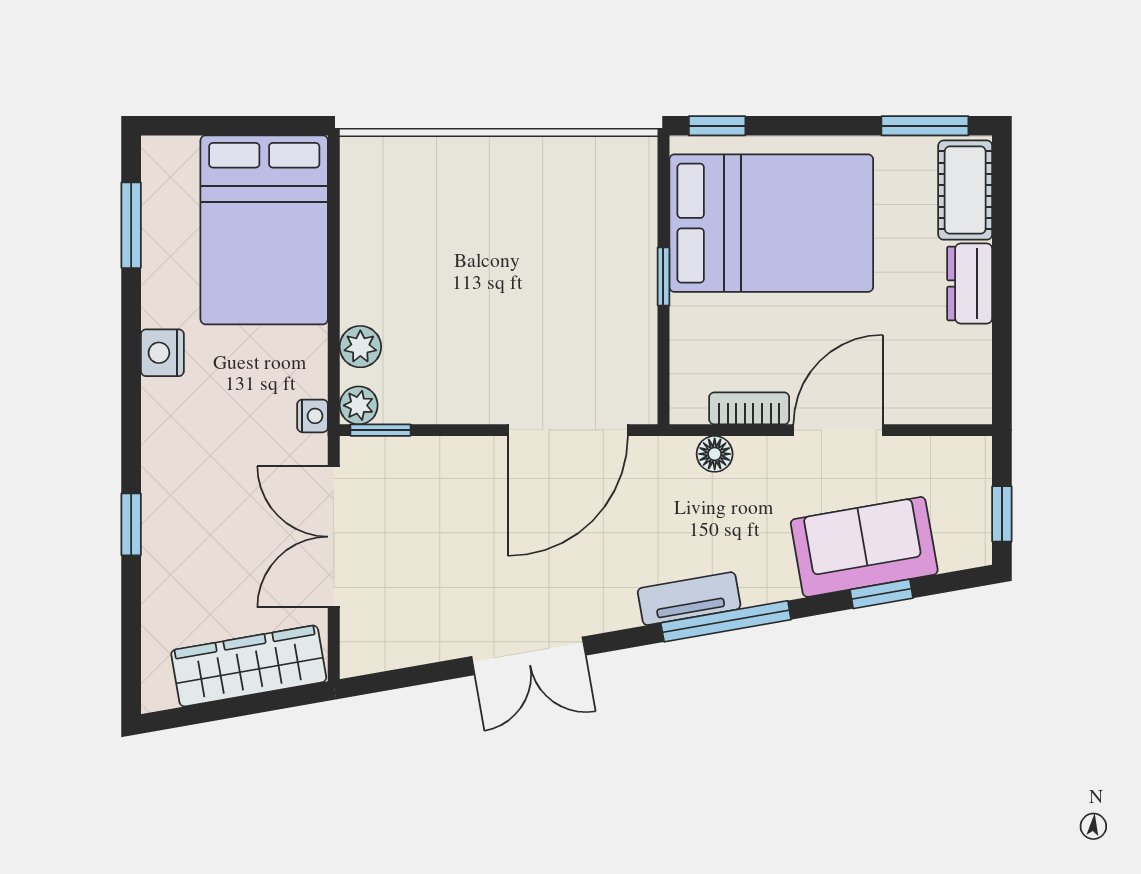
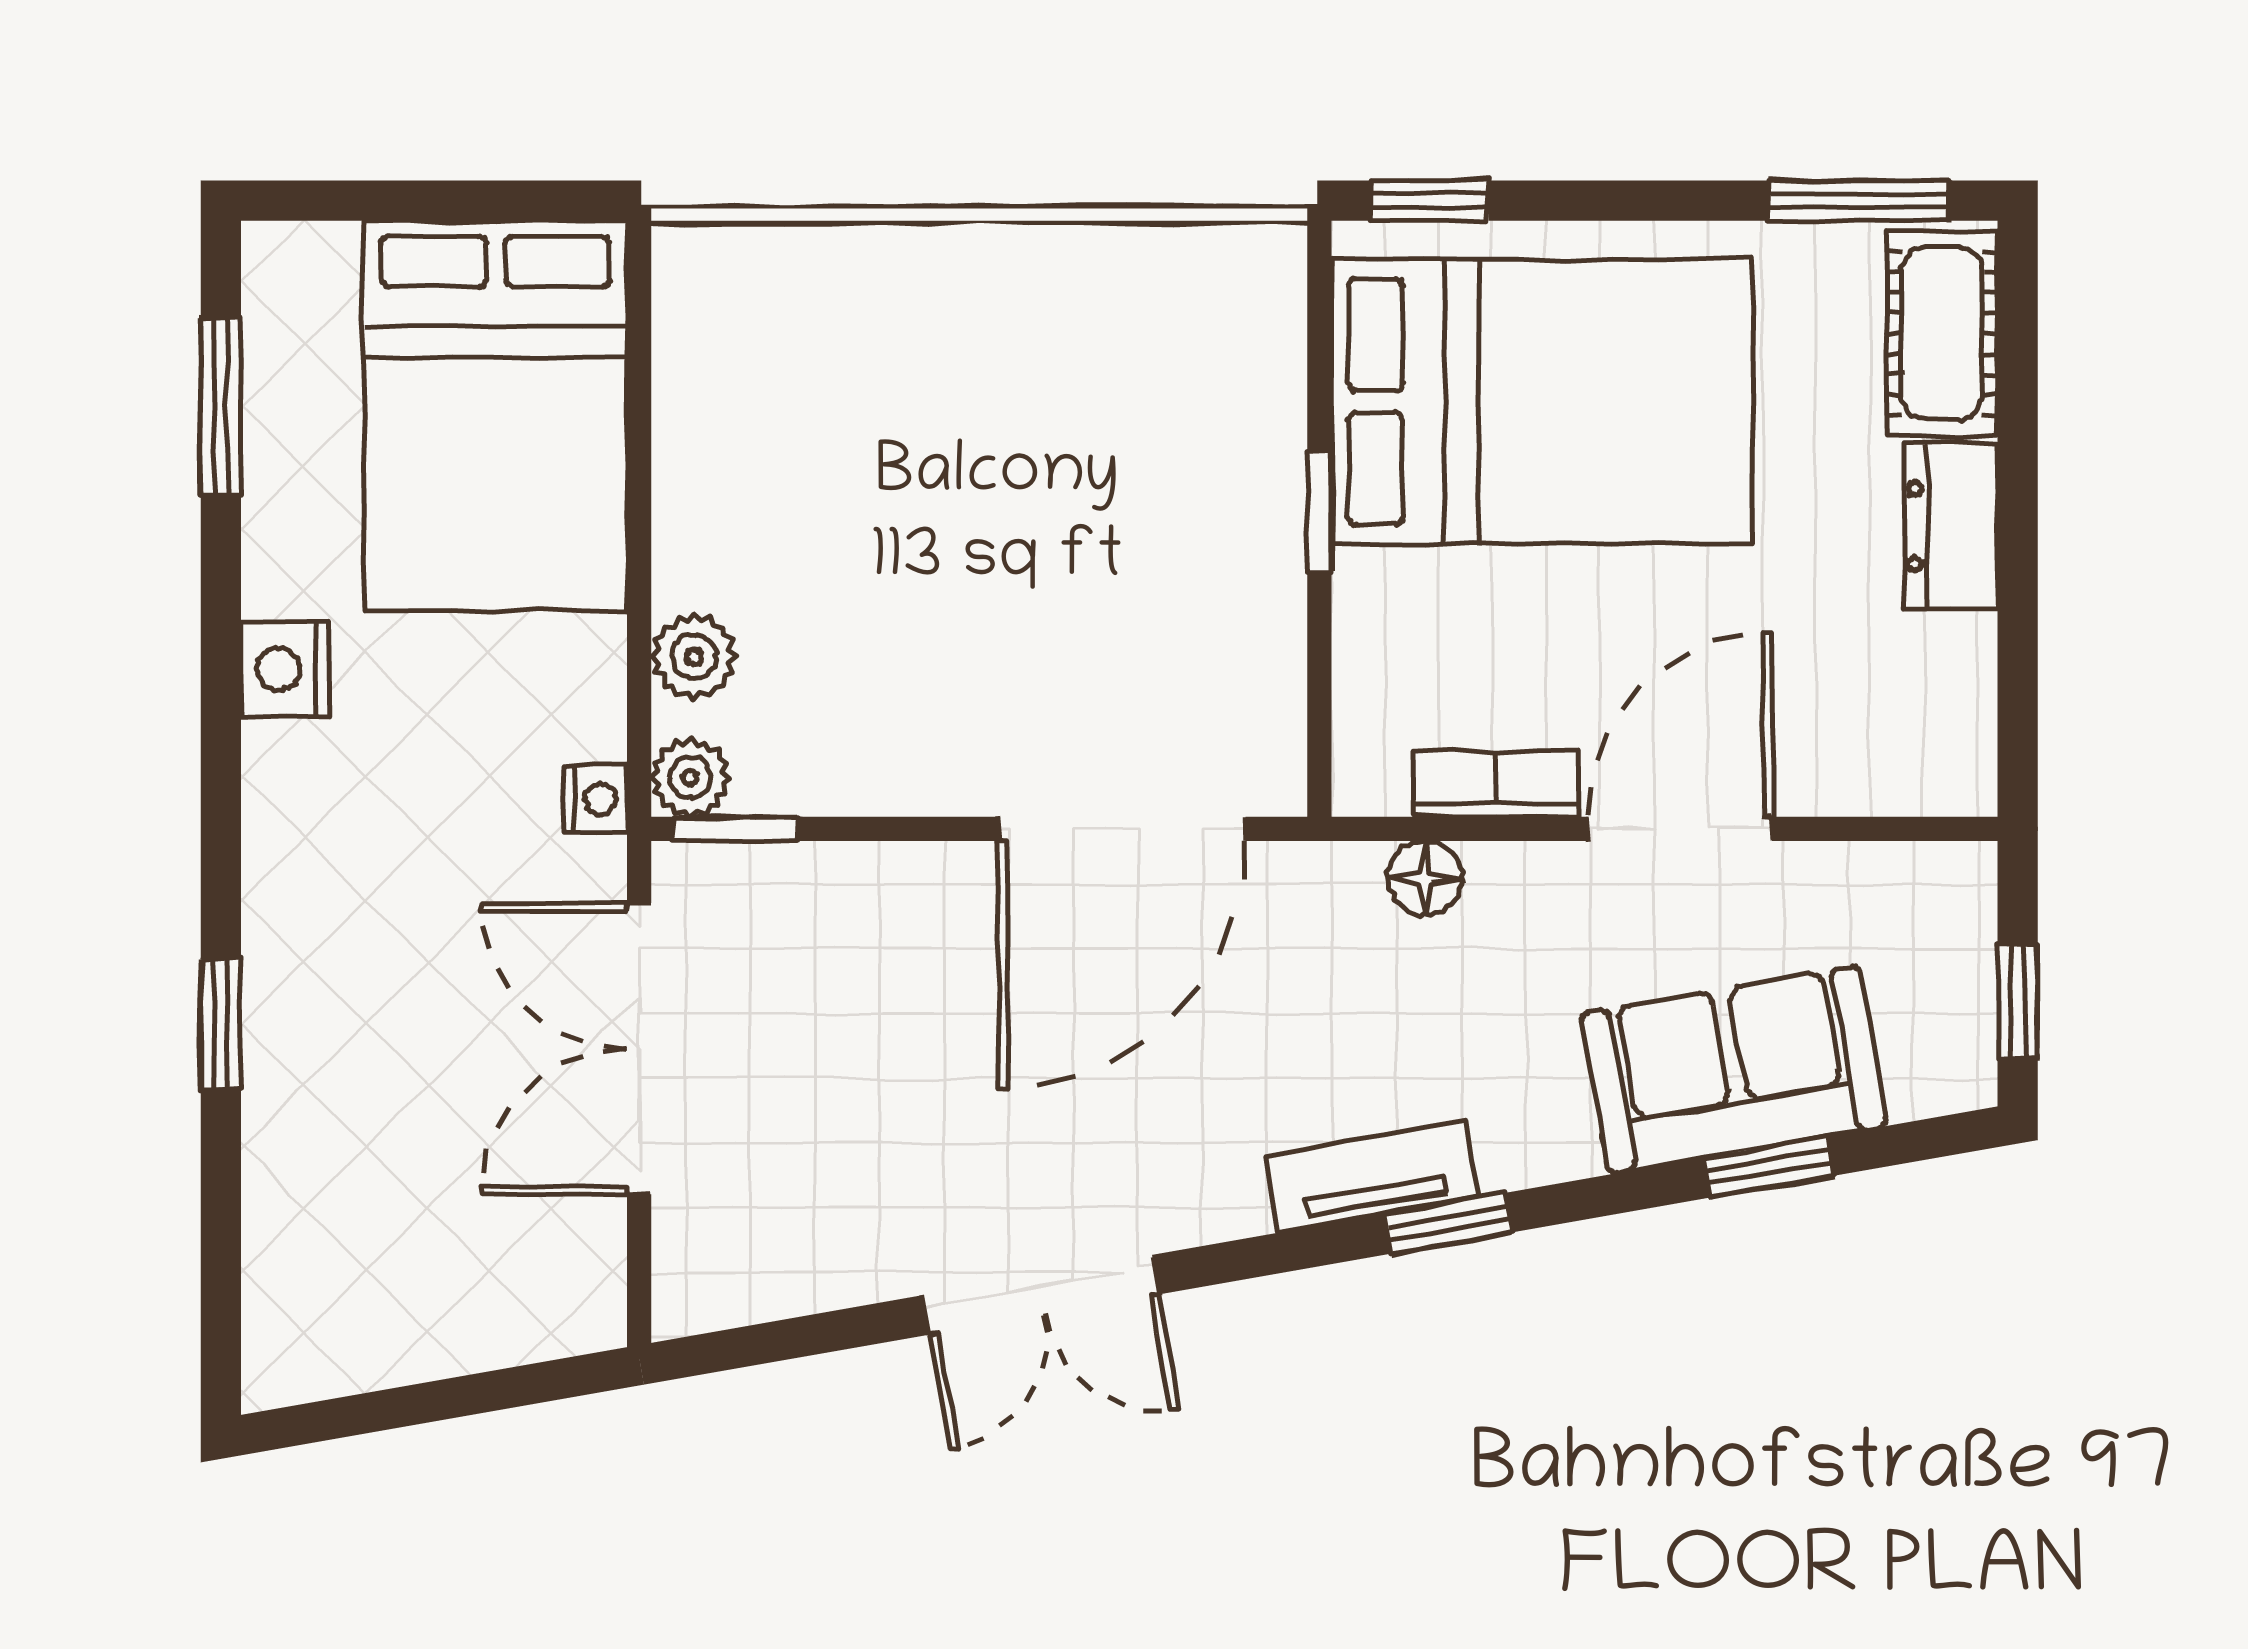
window: (726, 621) -> (1448, 1223), width x0.46
wardrobe: (249, 666) -> (463, 1315), removed

